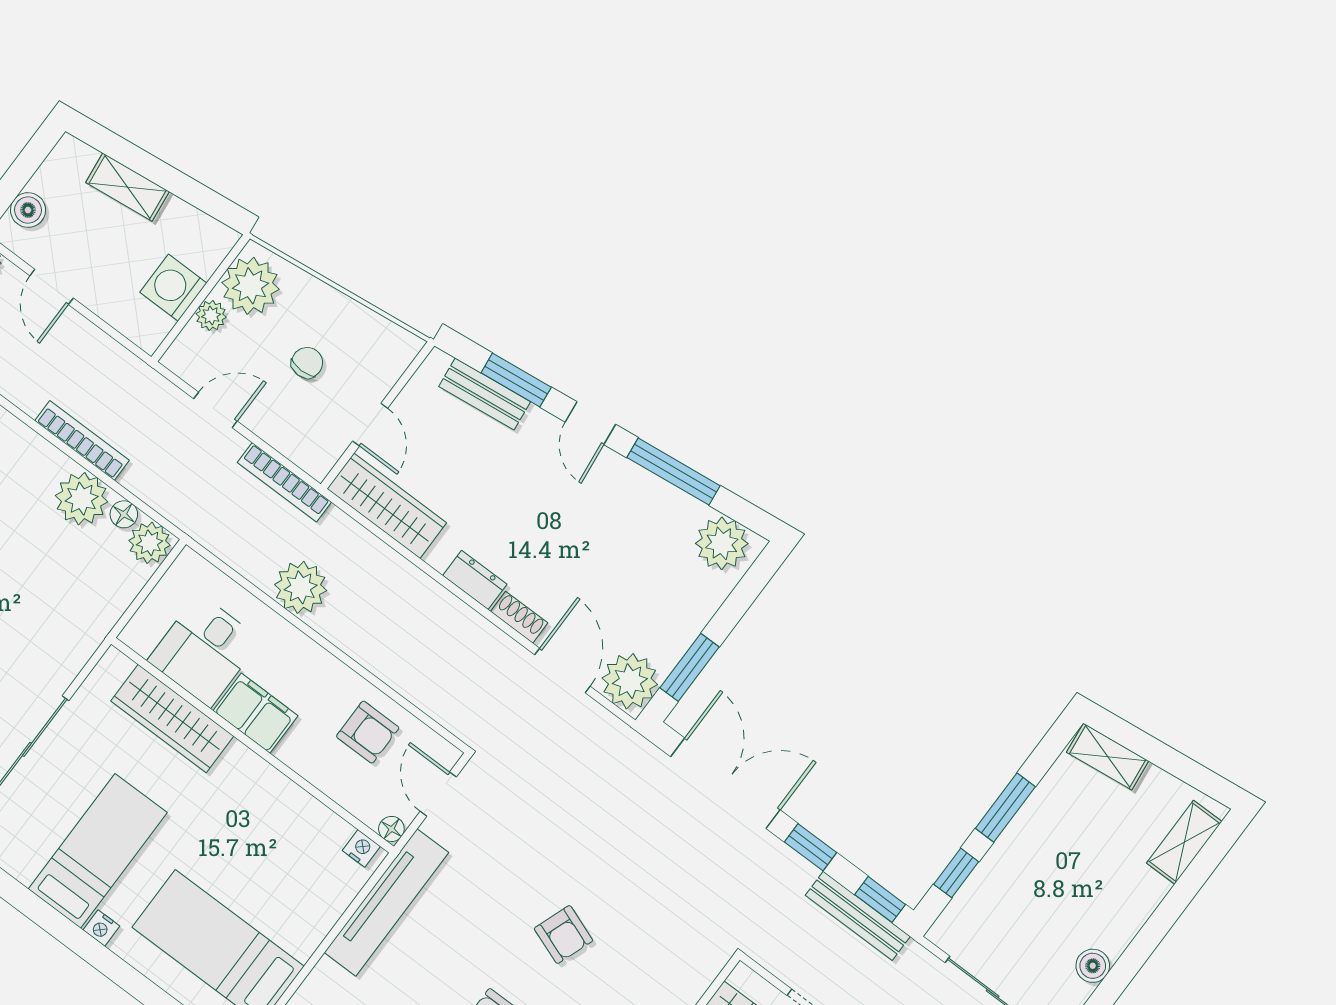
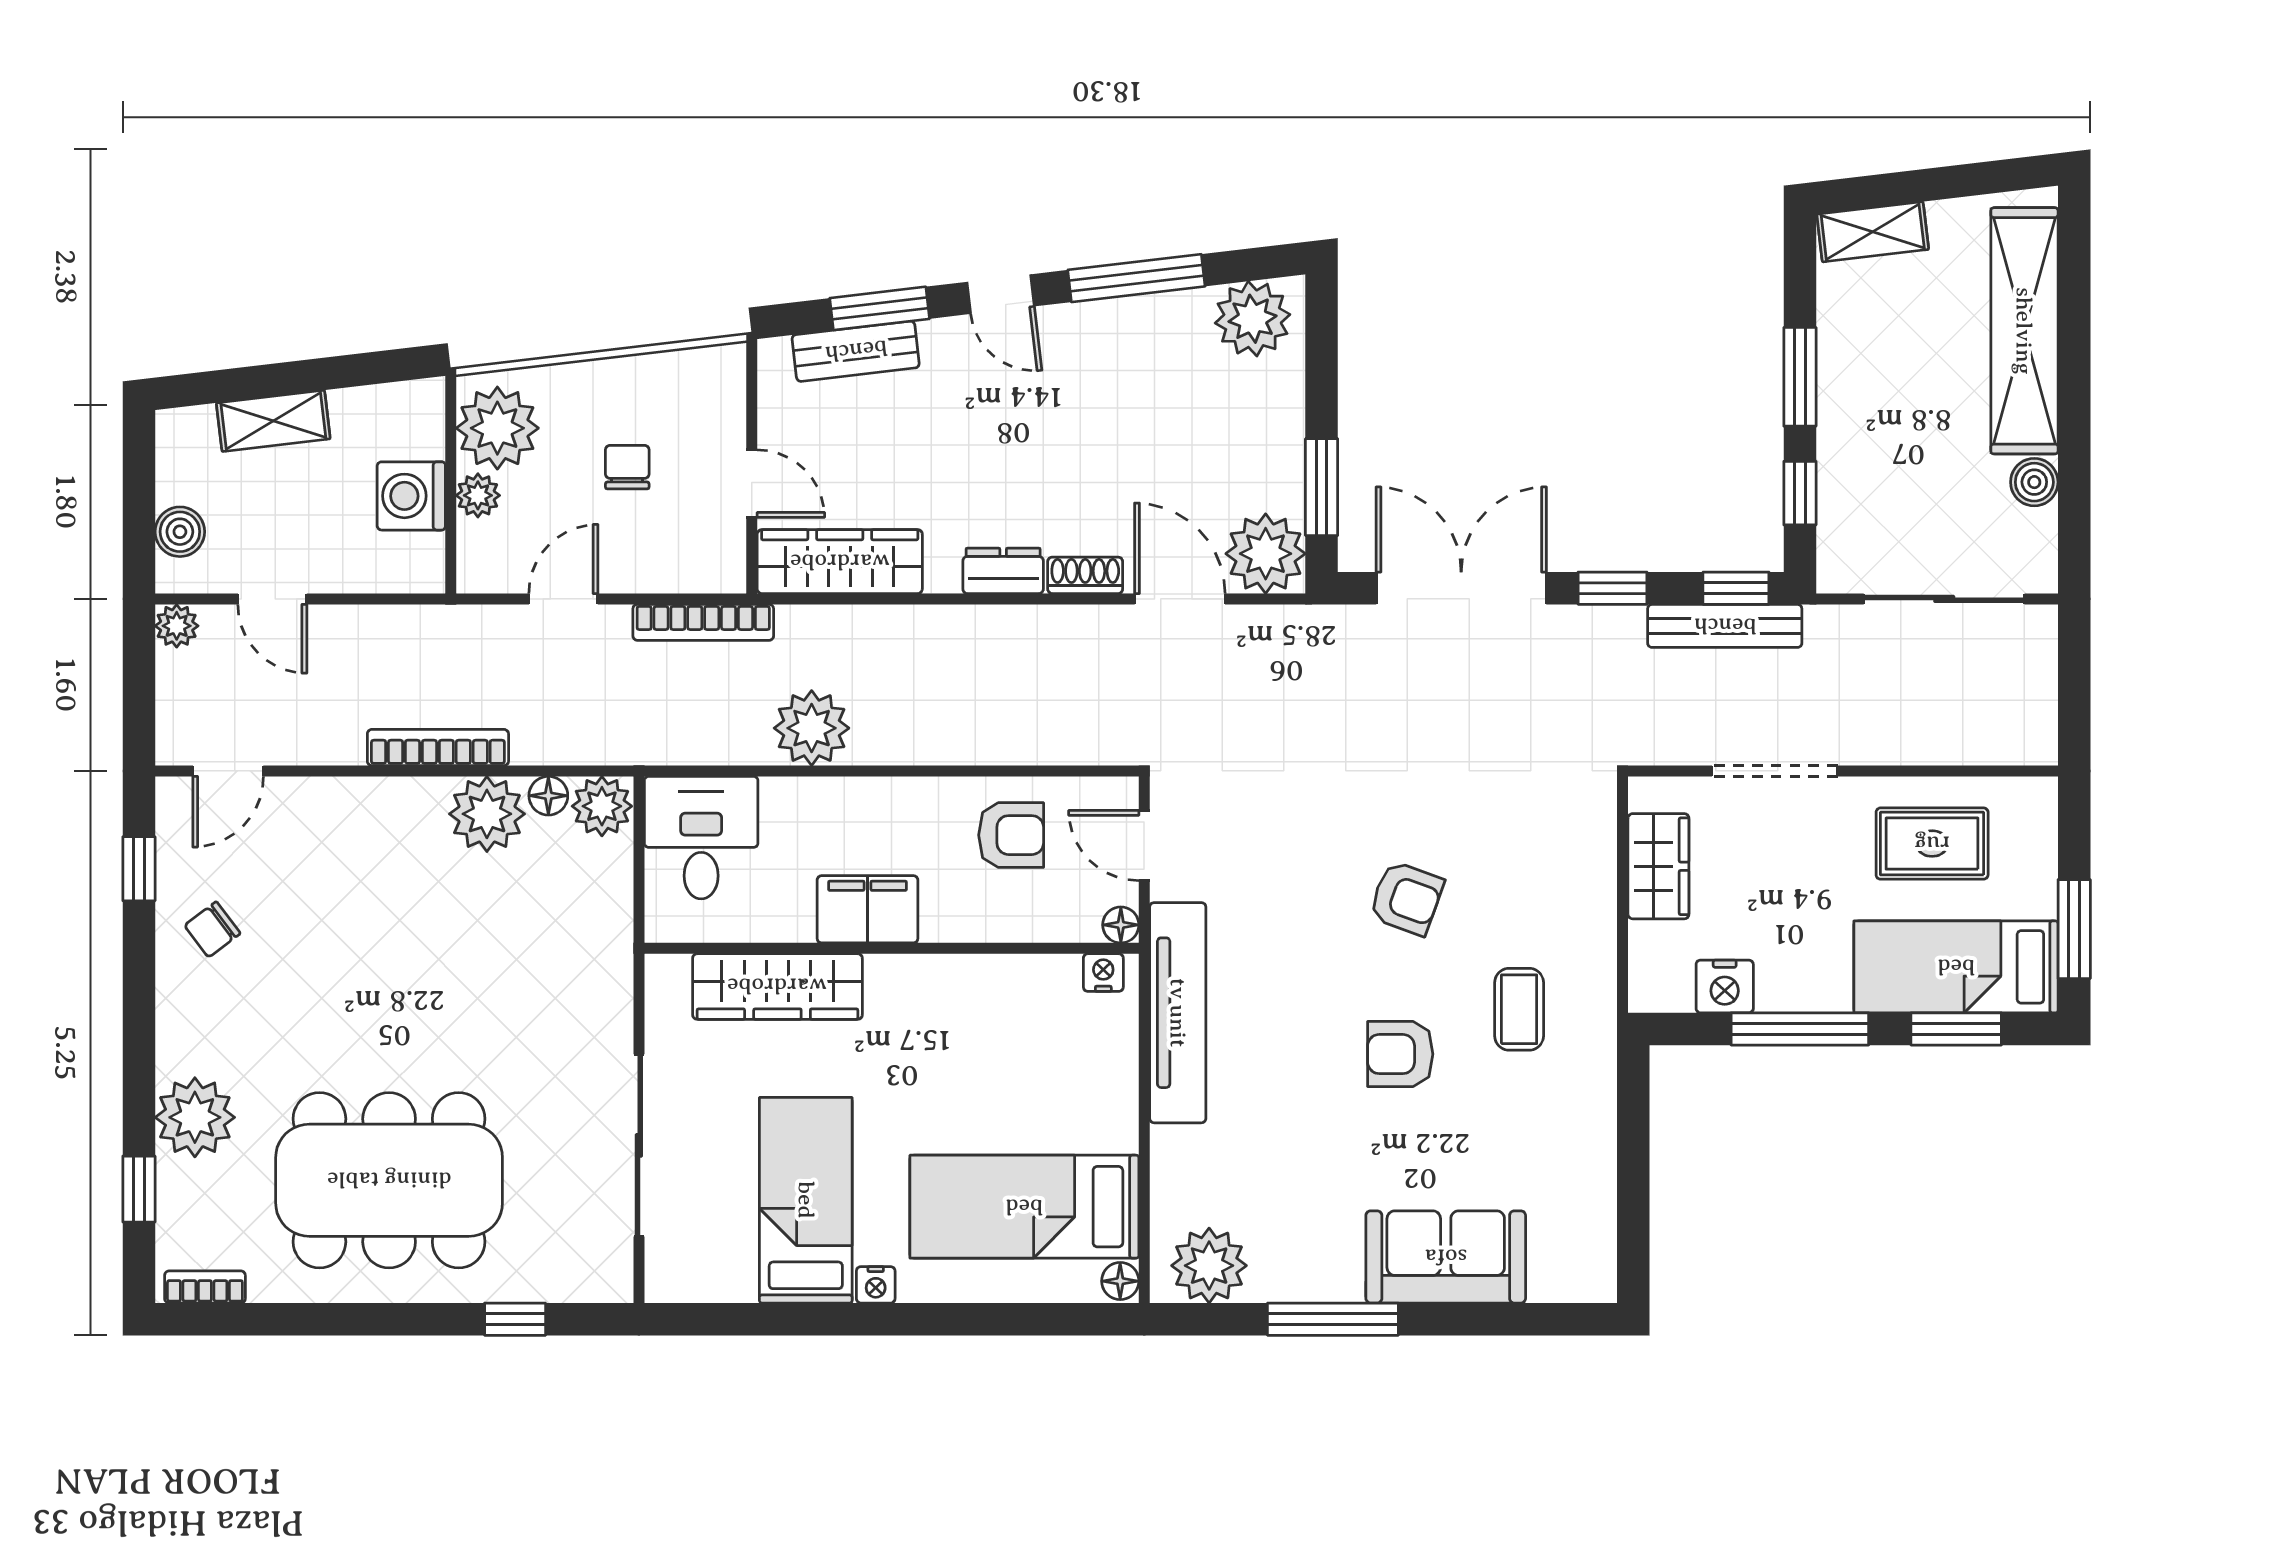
desk: (204, 650) -> (701, 838), moved, turned 180
shelving: (1184, 842) -> (2024, 331), width x2.20, depth x1.33

